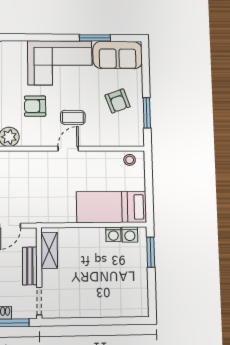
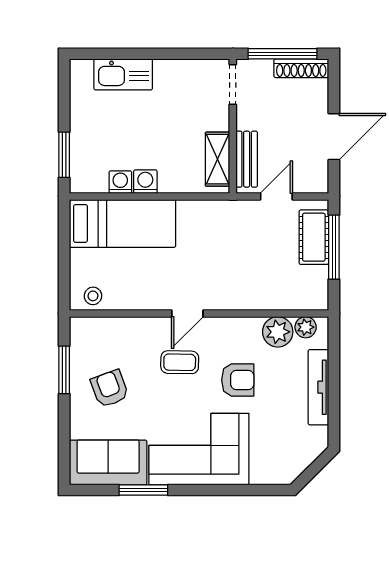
washing machine: (130, 235) -> (145, 182), moved
bench: (30, 266) -> (247, 159), moved
kitchen sink: (113, 307) -> (123, 74), added

